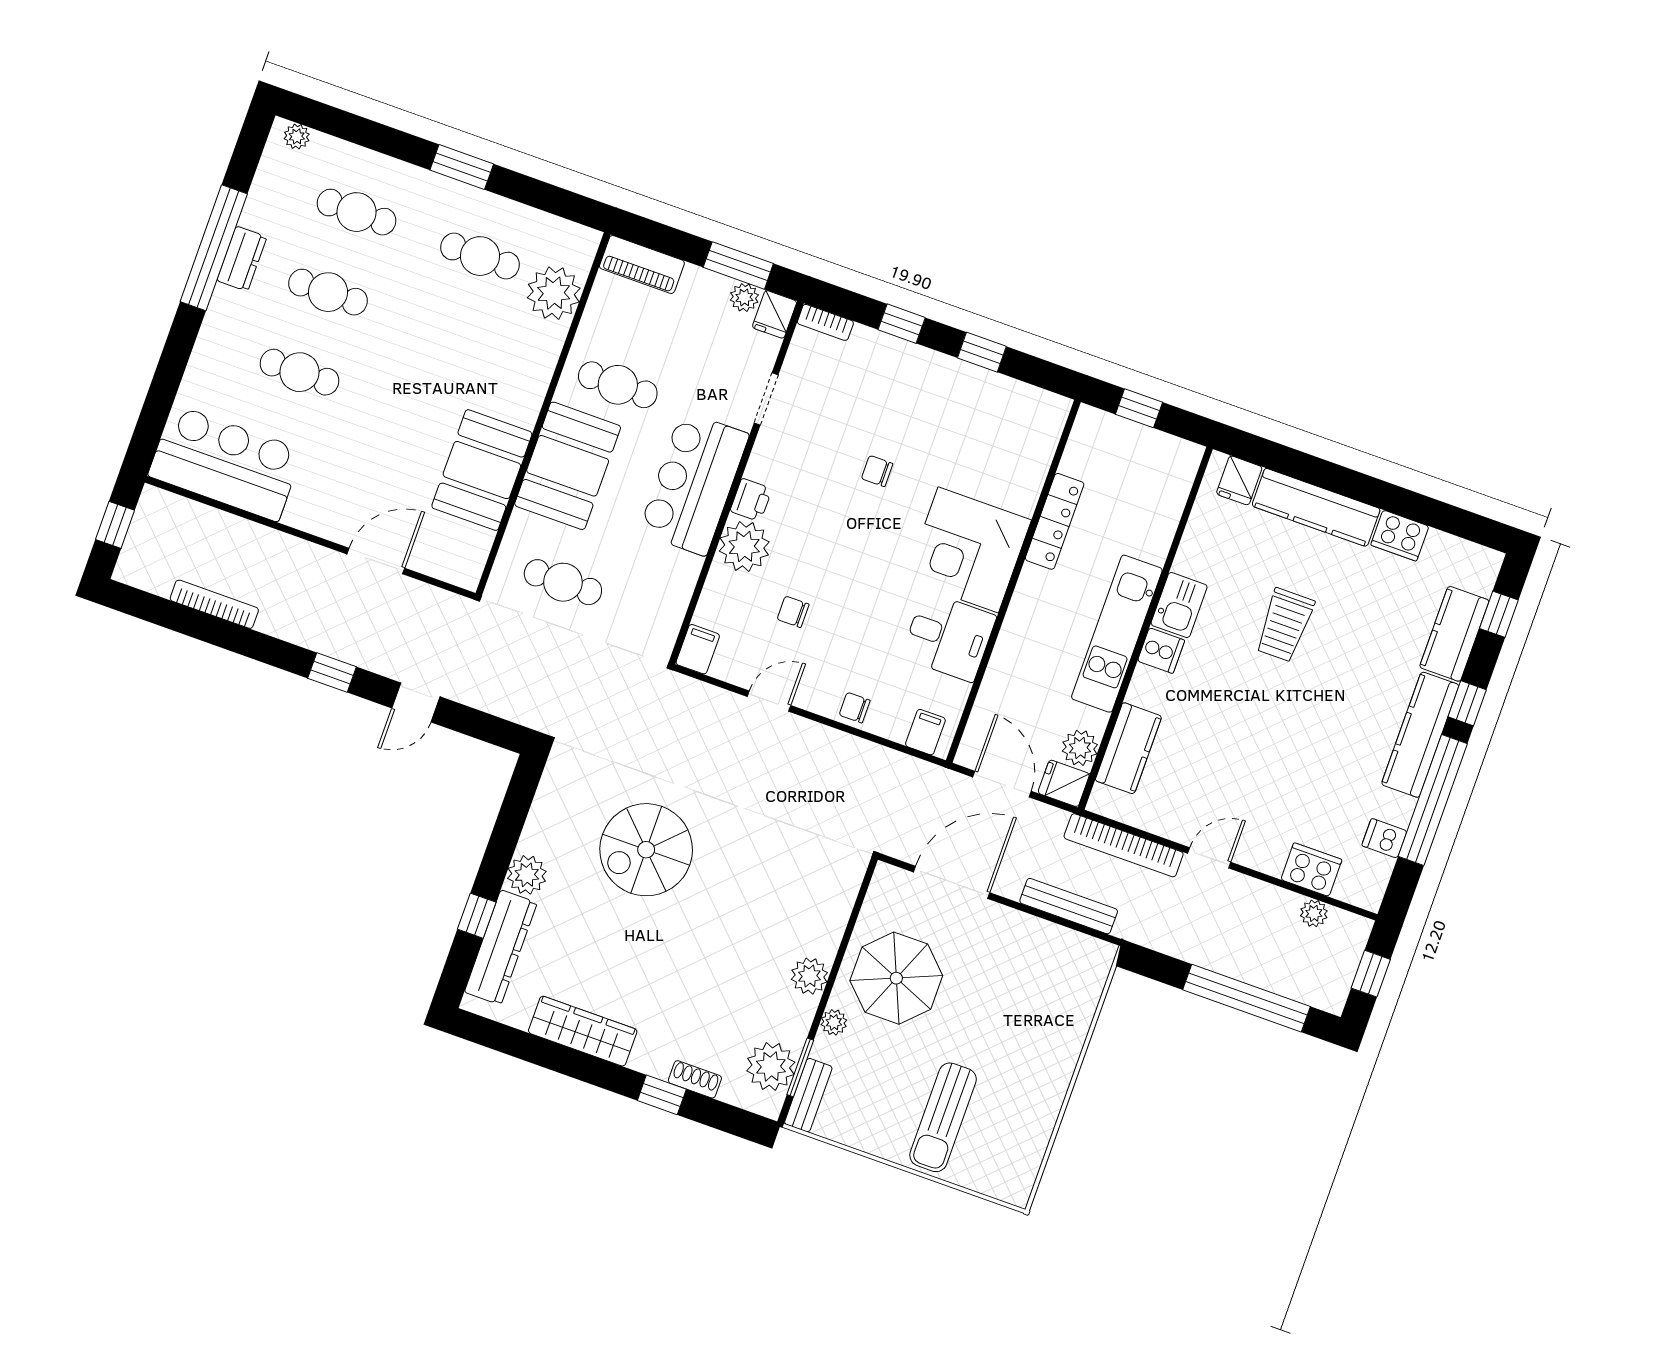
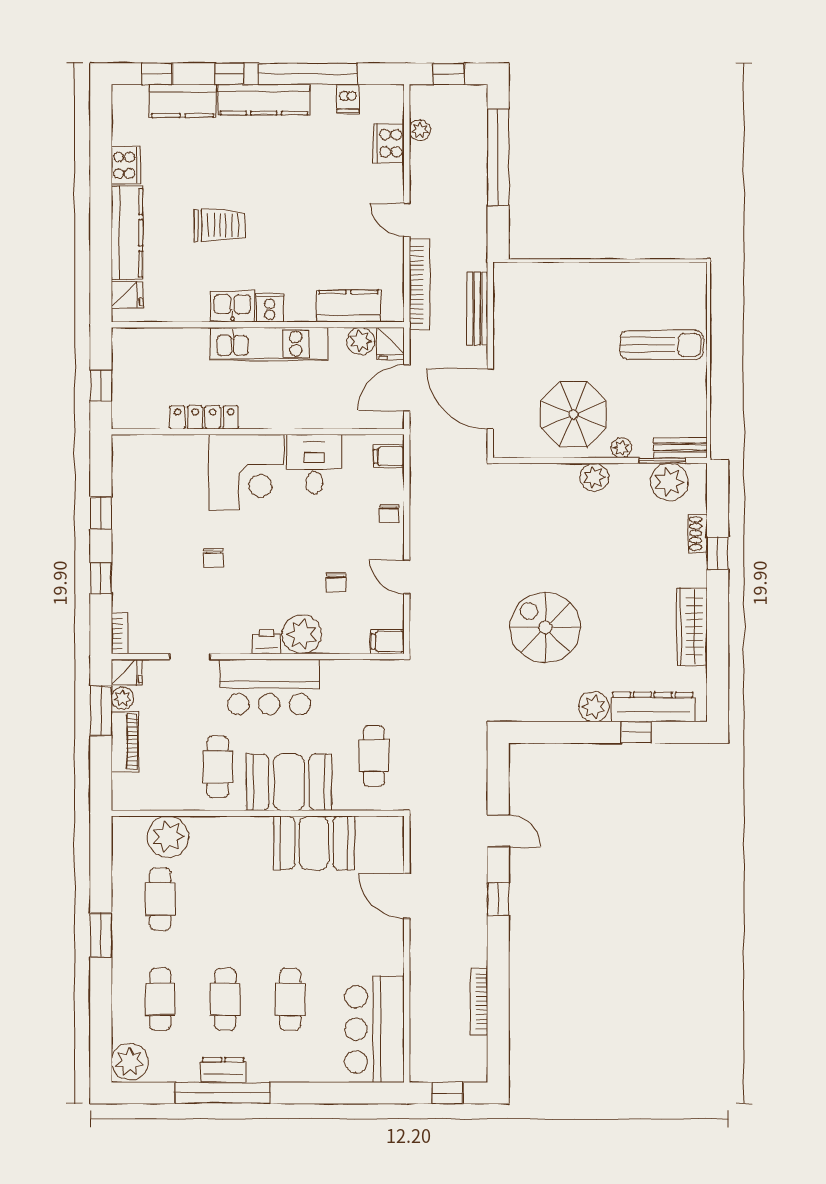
plant: (297, 136) -> (130, 1062), width x1.88, depth x1.88
piano: (642, 265) -> (125, 742), moved
spiral stairs: (646, 850) -> (545, 627), turned 180

